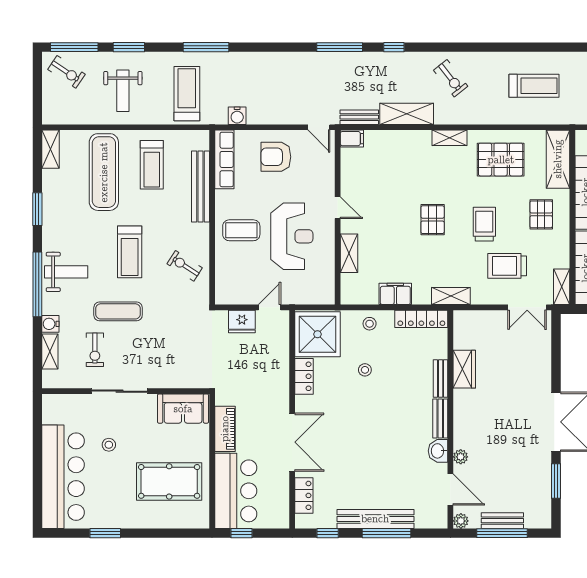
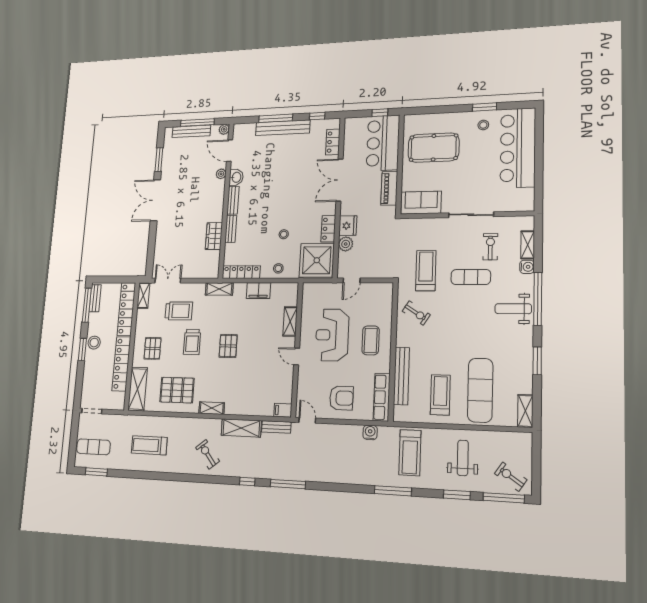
coffee table: (241, 230) -> (371, 340), turned 90
treadmill: (130, 252) -> (426, 271), moved
fridge: (242, 322) -> (348, 226), moved, turned 90
plant: (280, 356) -> (346, 244), added
stool: (109, 445) -> (483, 125), moved
bench: (502, 521) -> (191, 131), width x1.36

